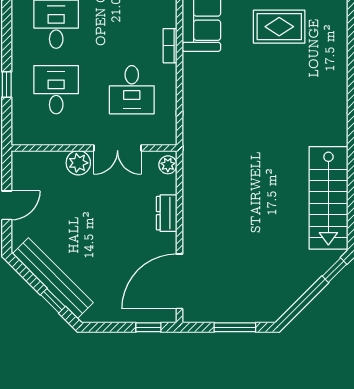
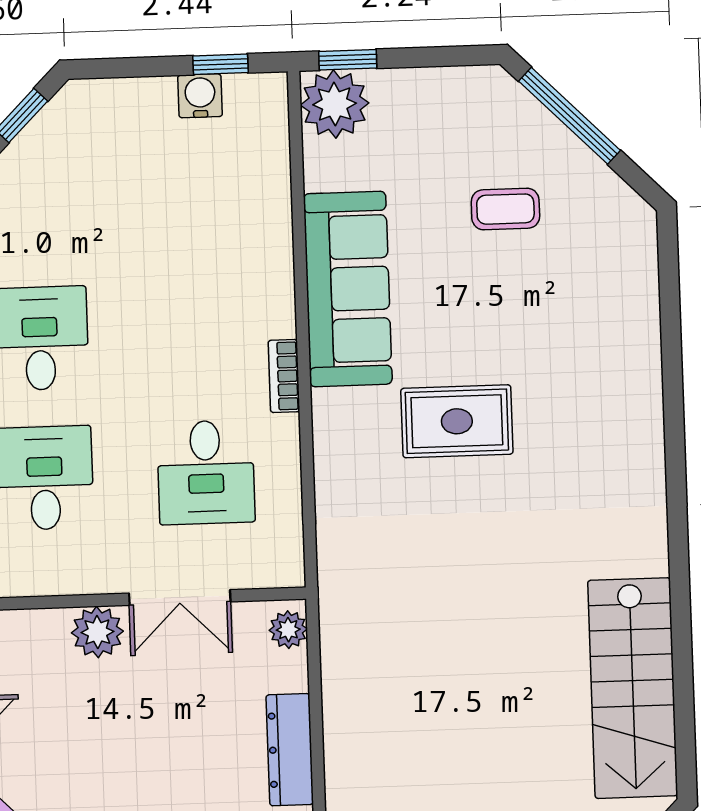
rug: (279, 27) -> (457, 421), moved
dresser: (167, 213) -> (290, 750), width x1.44

